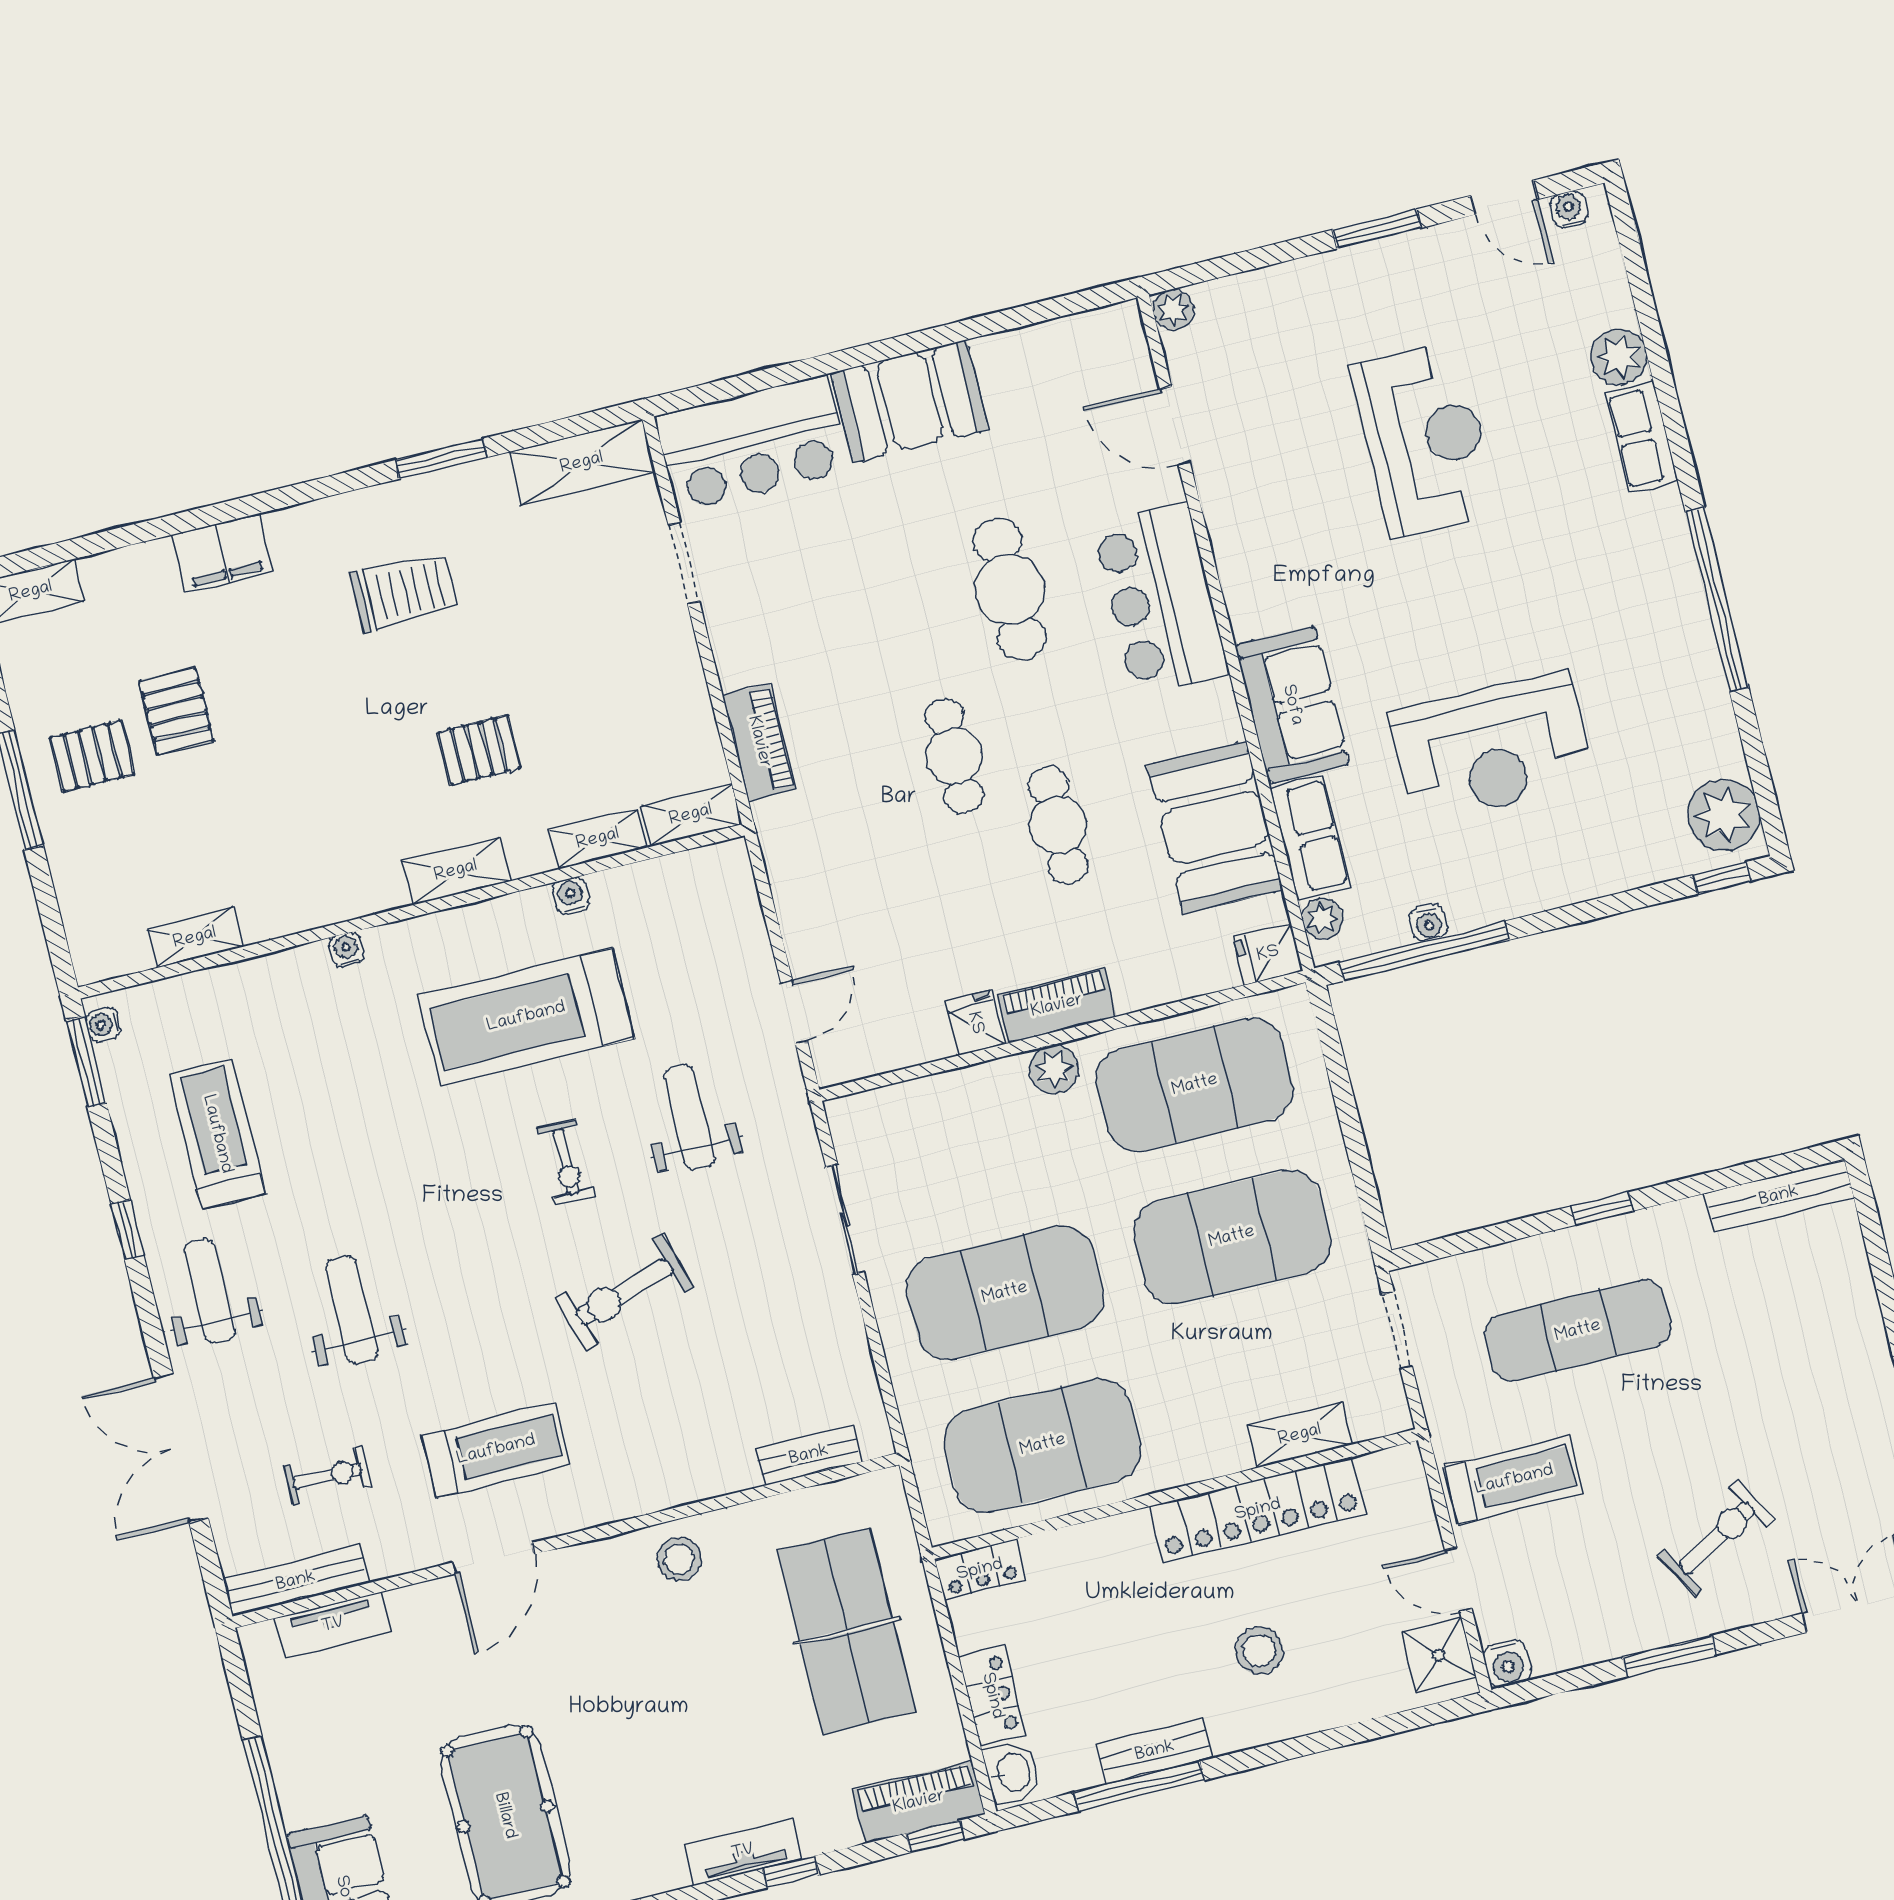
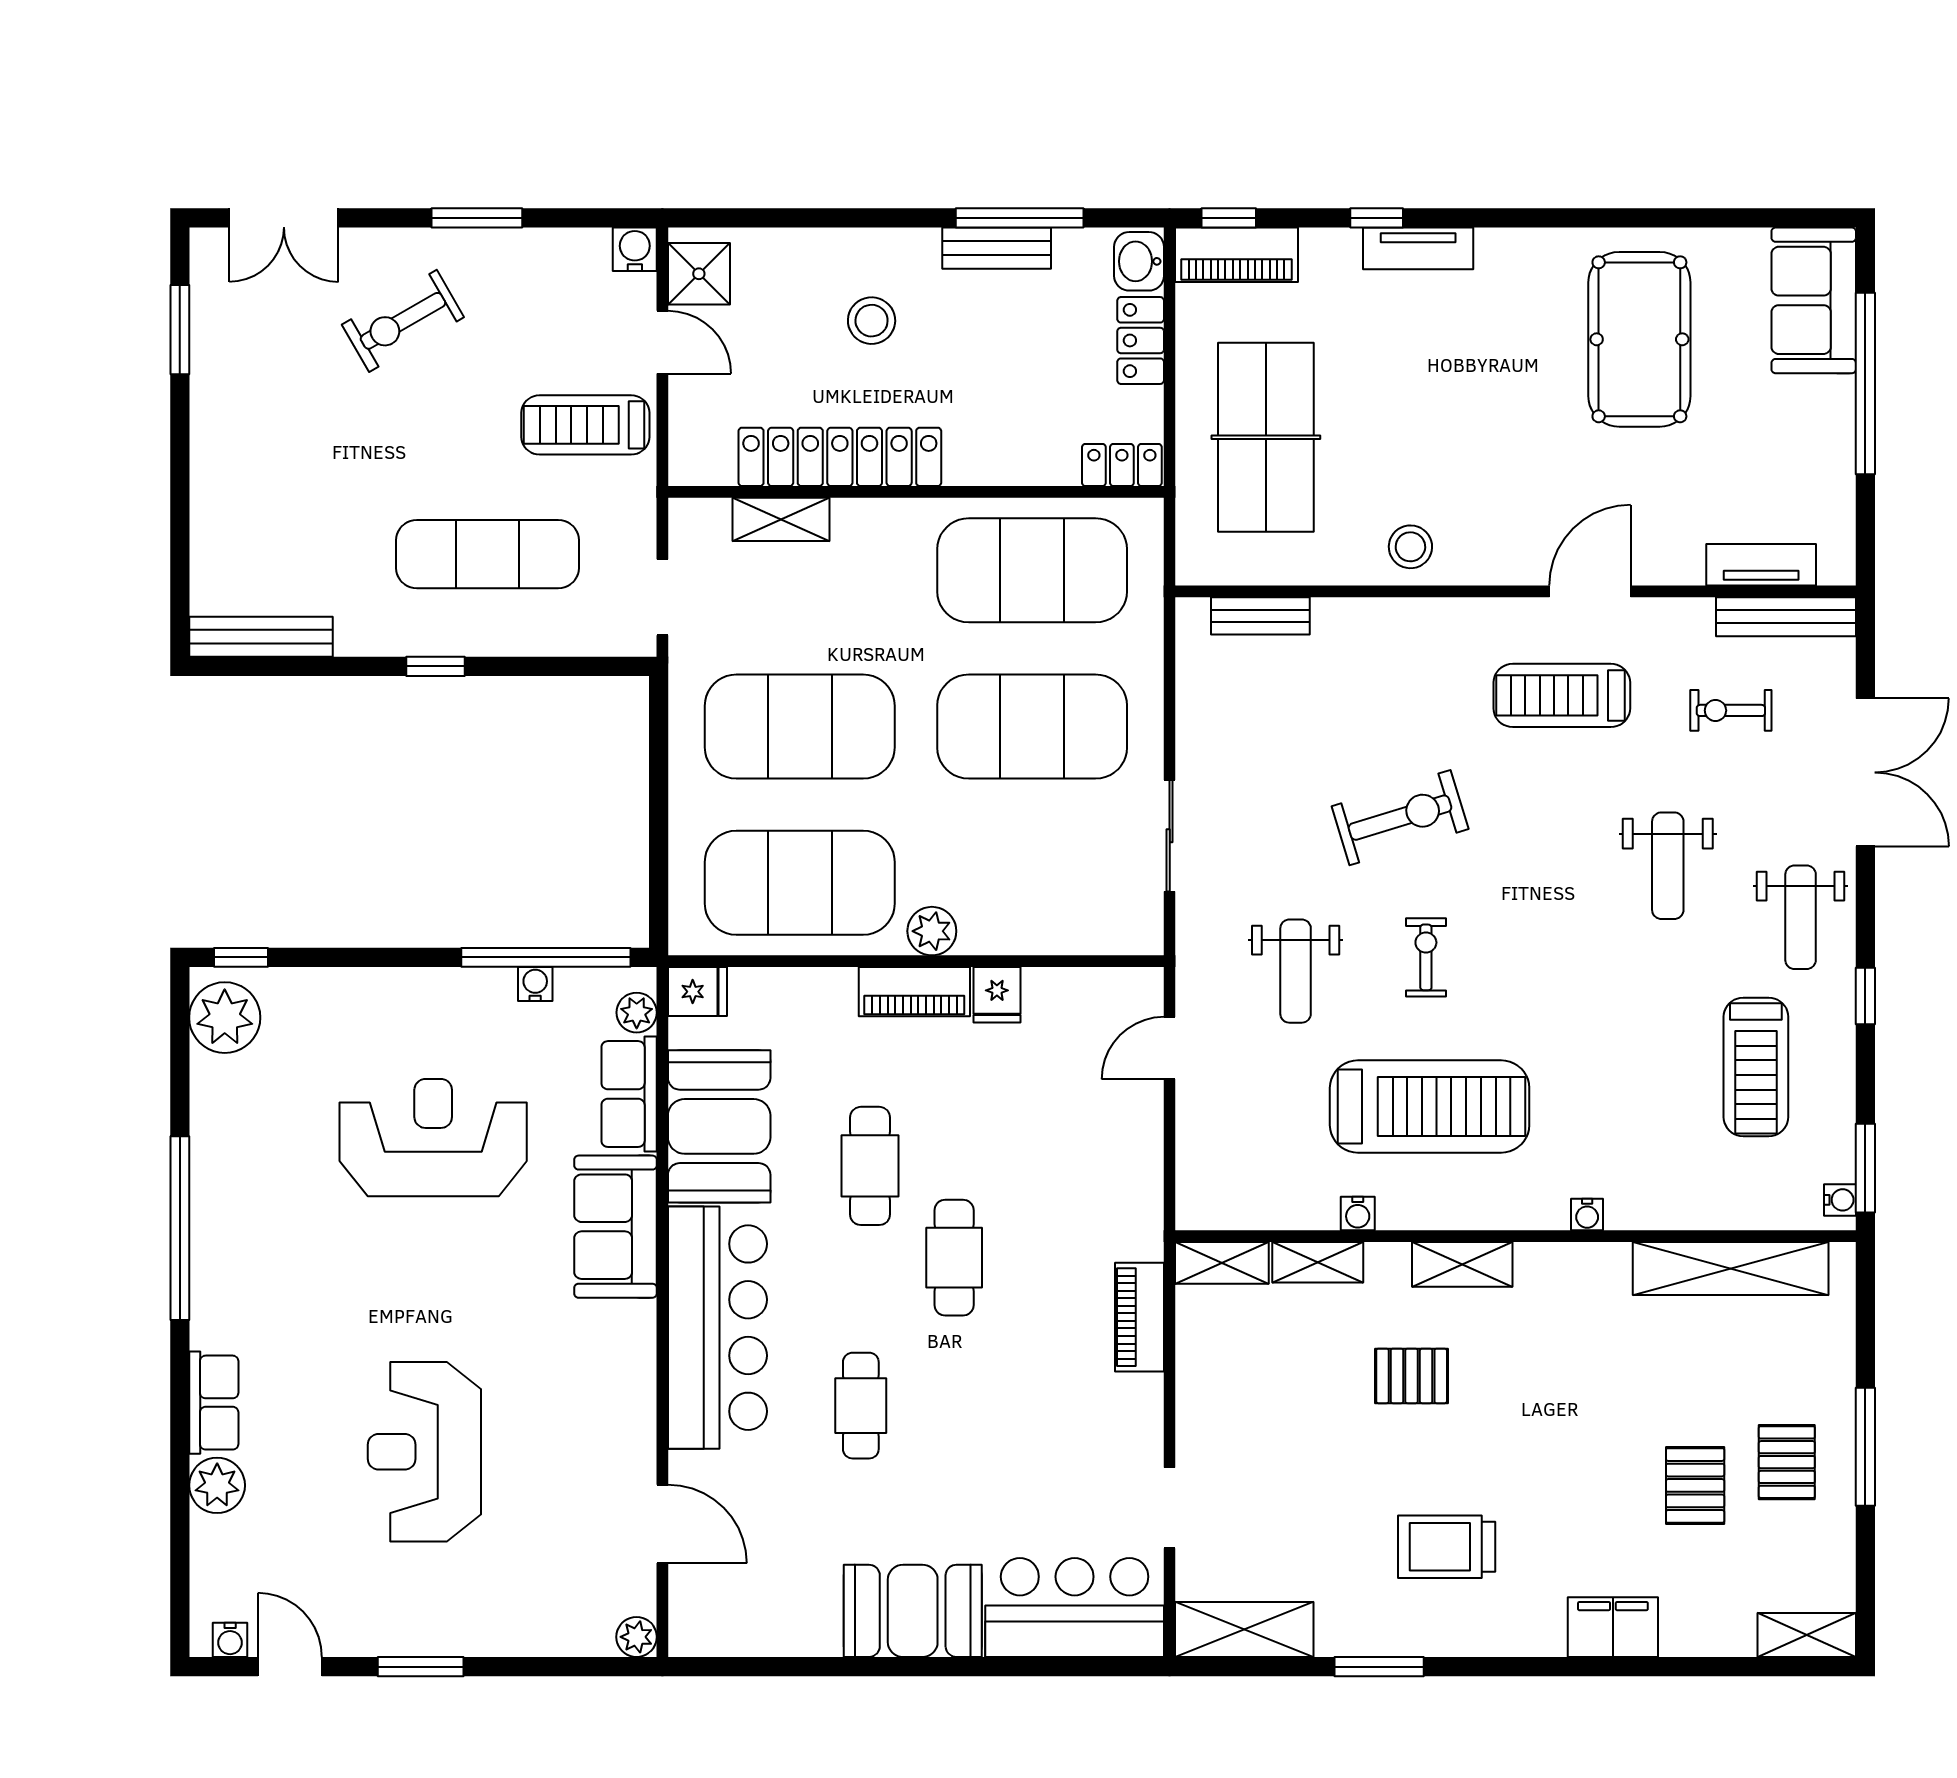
cafe table: (1010, 589) -> (861, 1406), width x0.73, depth x0.74
bar counter: (1161, 599) -> (717, 1328), width x1.36
pallet: (92, 756) -> (1787, 1462), turned 90
shelving: (195, 938) -> (1731, 1268), width x2.20, depth x1.33

